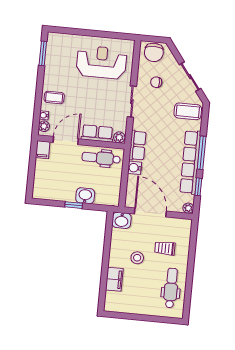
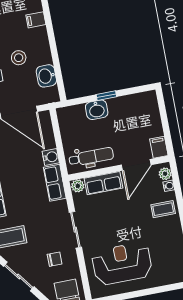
reception desk: (101, 62) -> (122, 264), turned 180
washbasin: (122, 220) -> (46, 76), moved, turned -90
filing cabinet: (114, 279) -> (36, 20), width x0.50

